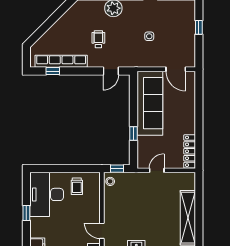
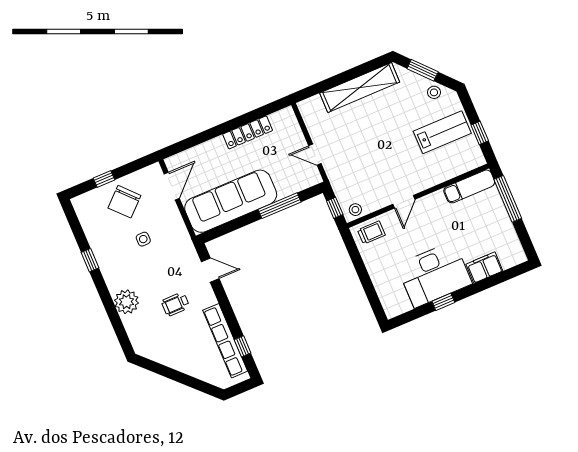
chair: (179, 34) -> (124, 202), added
window: (133, 133) -> (280, 206), width x2.17
locker: (190, 151) -> (248, 132), moved
trolley: (77, 186) -> (371, 232), moved
desk: (47, 194) -> (434, 274), moved
door: (102, 231) -> (404, 202), moved

